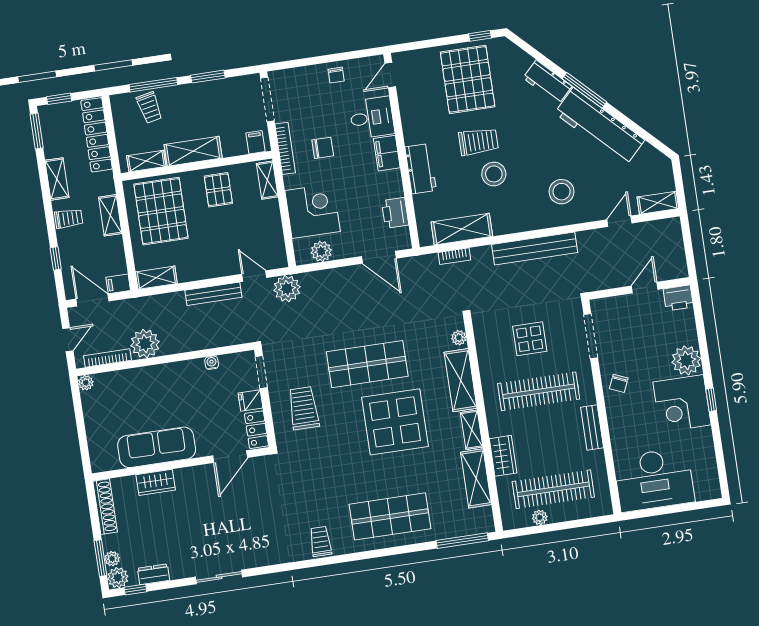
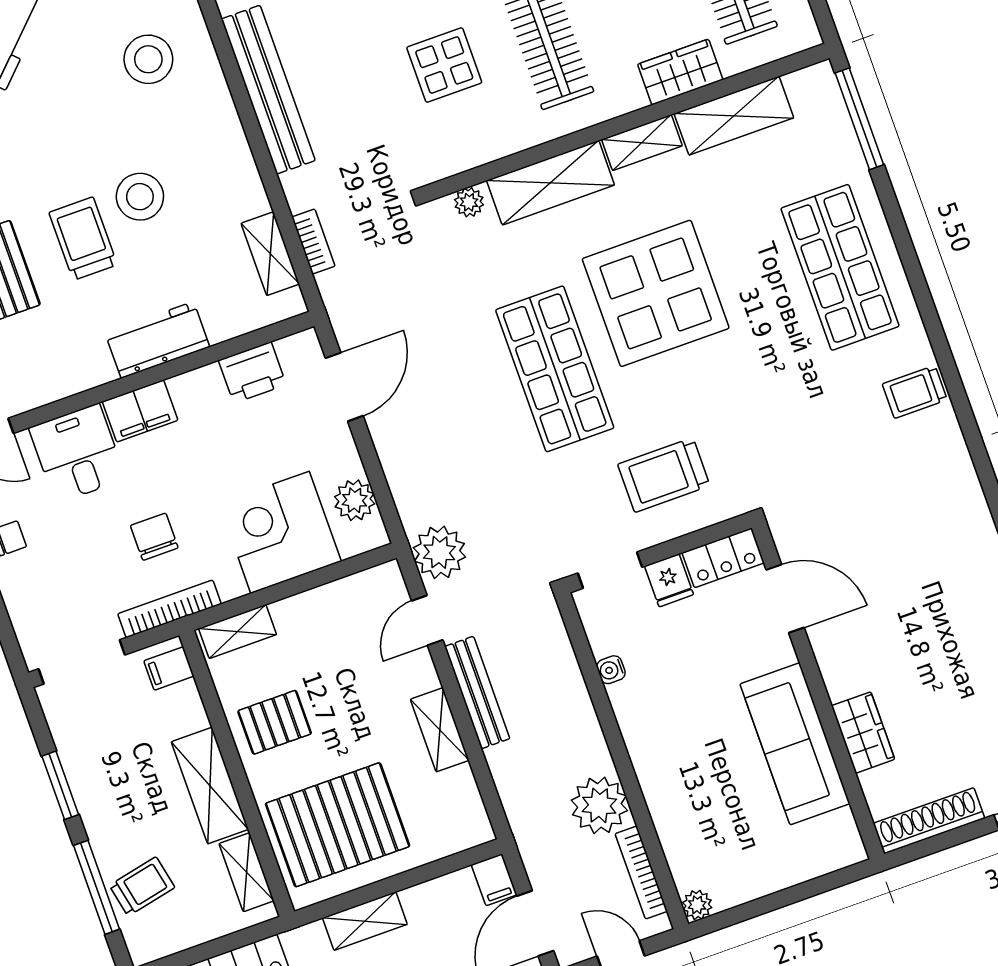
shelving: (462, 229) -> (270, 254), width x0.67, depth x0.75
shelving: (156, 278) -> (440, 730), moved

